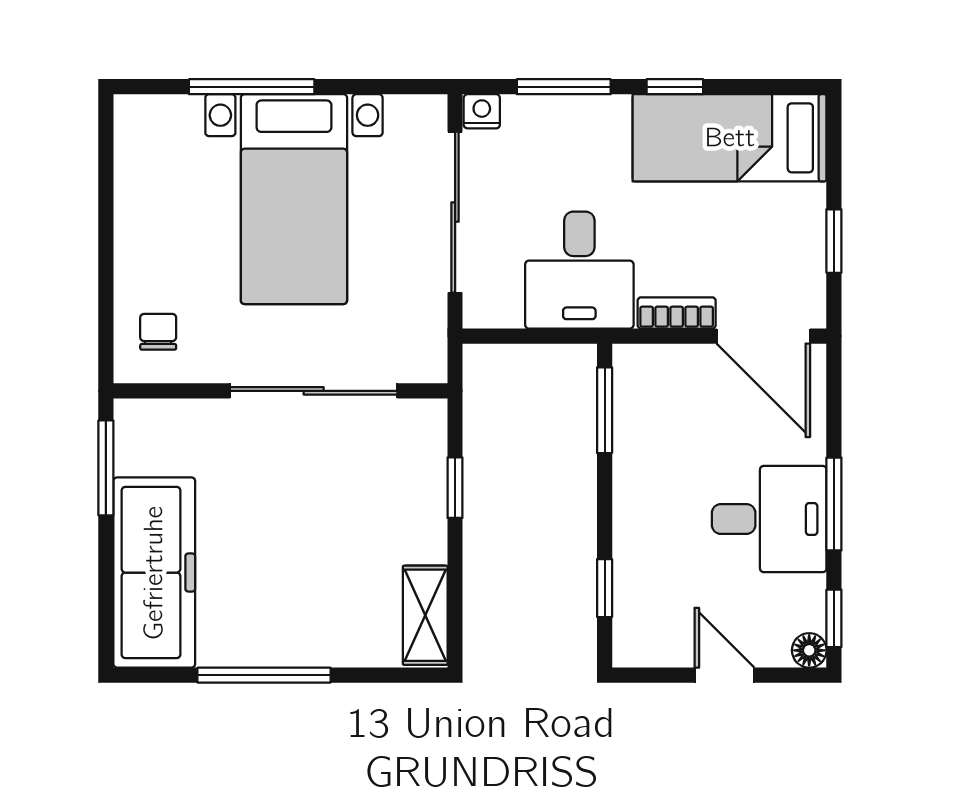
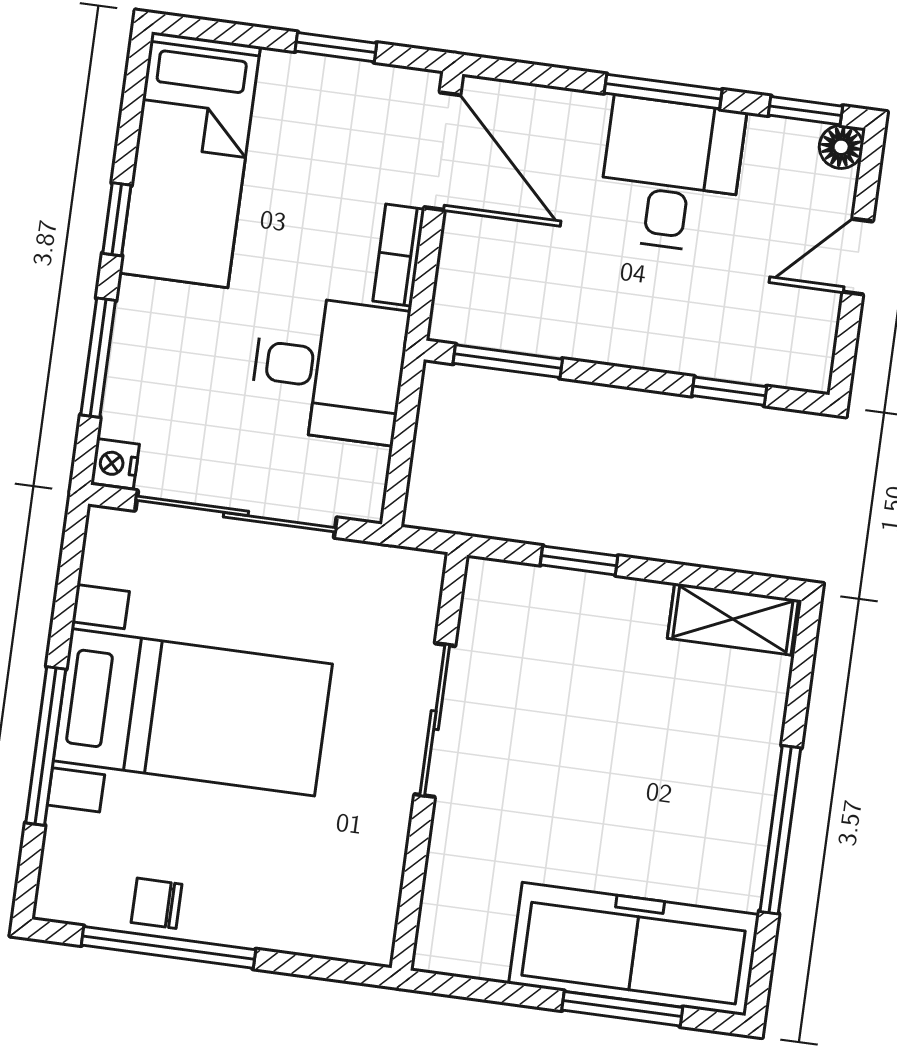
window: (106, 205) -> (168, 947), added
chair: (158, 332) -> (157, 903), moved
door: (763, 336) -> (442, 151), hinge flipped
sliding door: (314, 391) -> (435, 720), width x0.73
window: (106, 468) -> (622, 1009), moved

